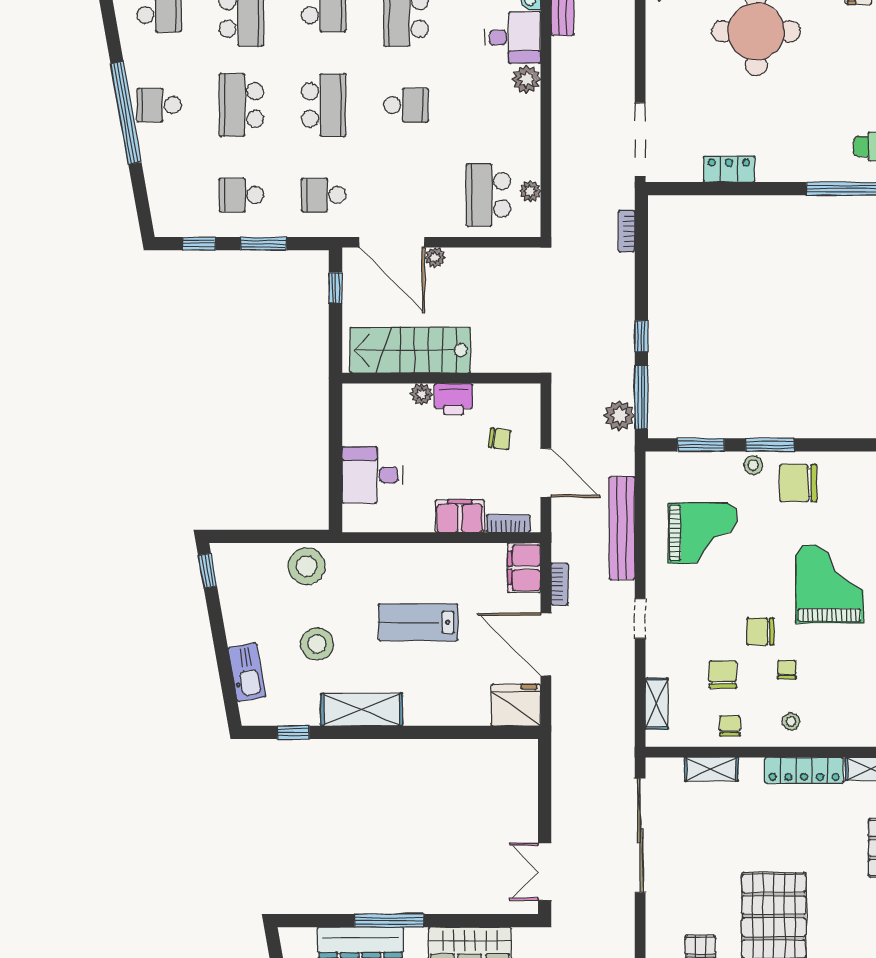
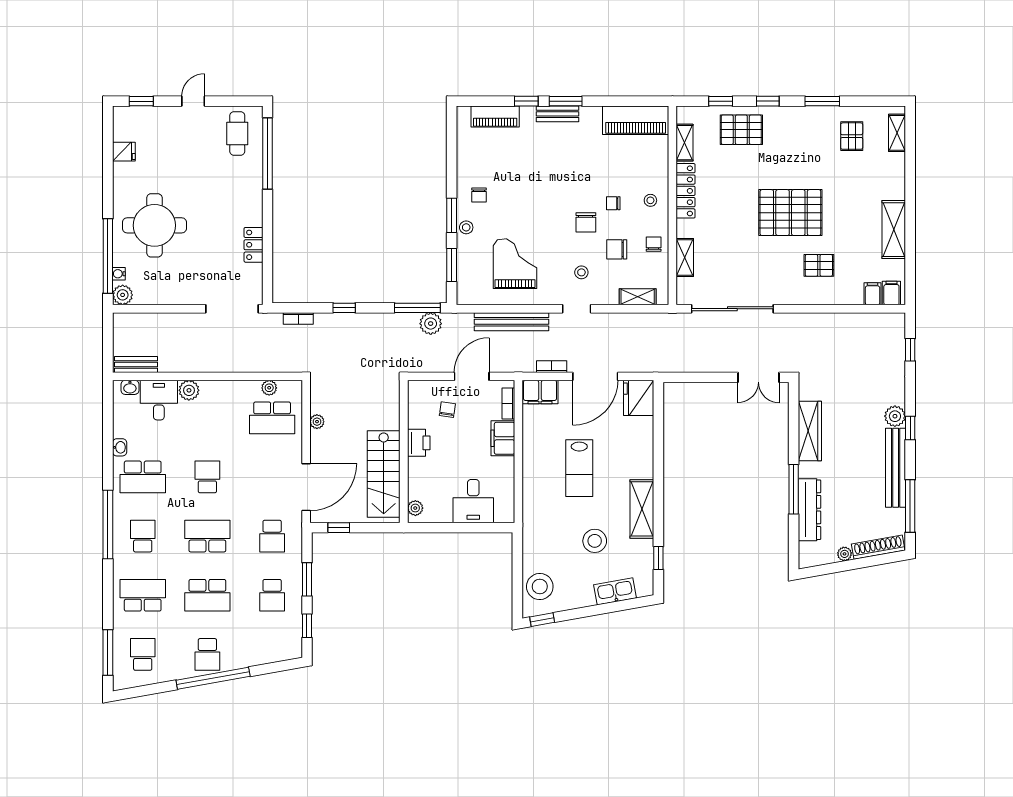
plant: (435, 258) -> (317, 422), moved
window: (641, 336) -> (344, 308), moved
plant: (422, 394) -> (415, 508), moved
chair: (798, 483) -> (479, 195), width x0.54, depth x0.54
stool: (307, 566) -> (540, 587), moved
grand piano: (829, 584) -> (552, 173), removed
stool: (691, 625) -> (581, 272), added
chair: (730, 726) -> (654, 244), turned 90

